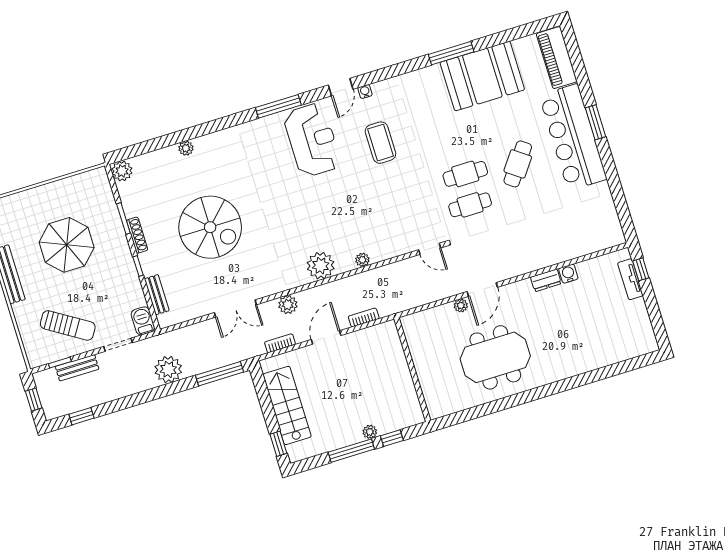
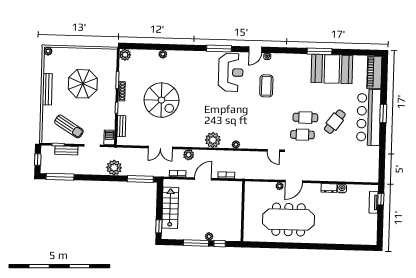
meeting table: (495, 357) -> (289, 220), width x1.36
window: (81, 416) -> (60, 177), width x2.17

